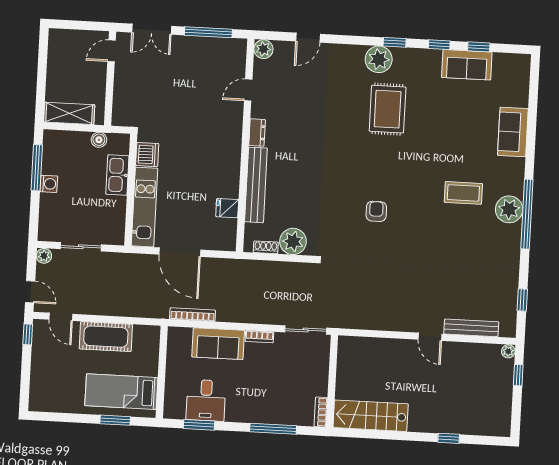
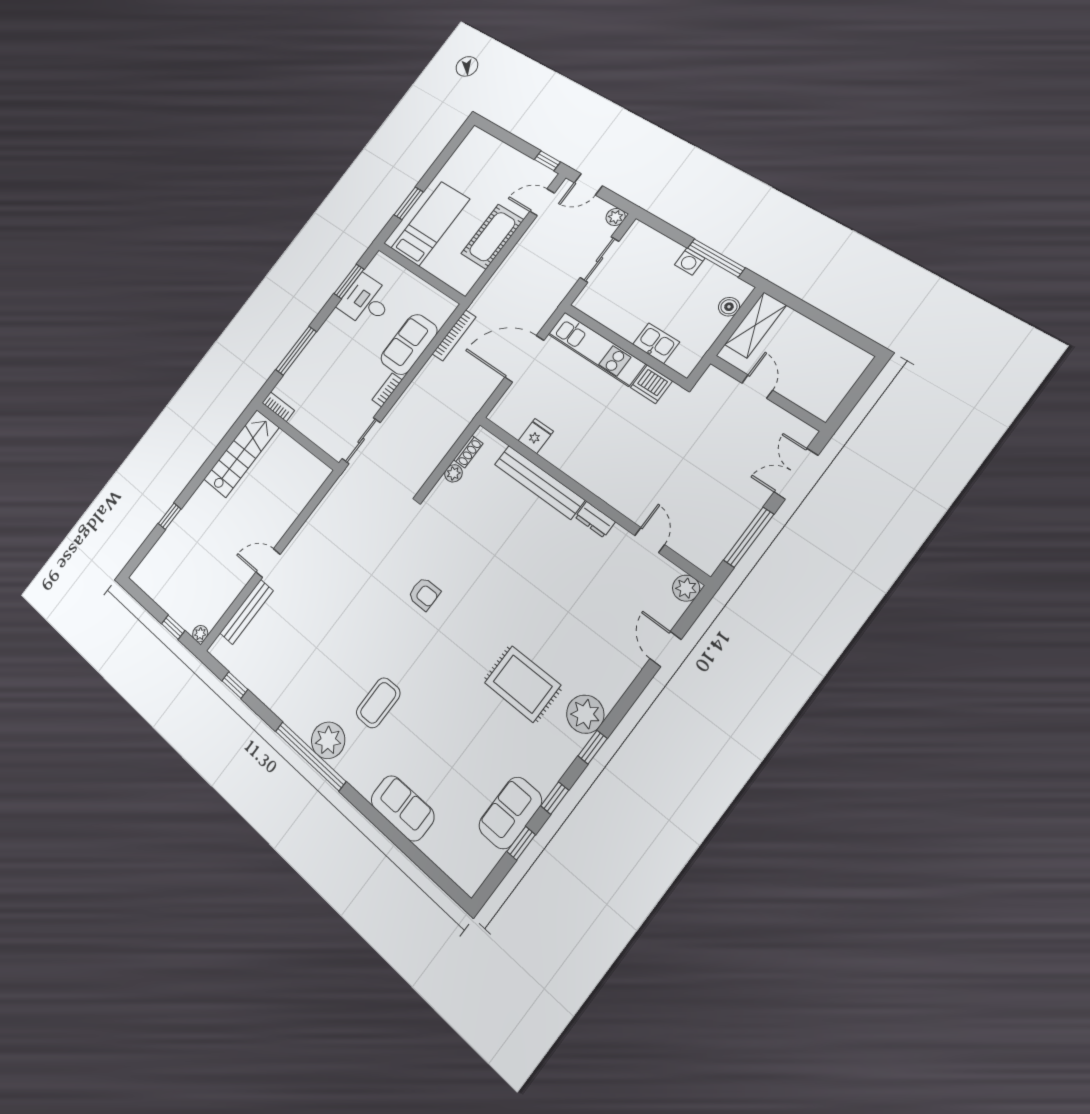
door: (112, 51) -> (757, 387), moved
boiler: (99, 140) -> (729, 307), moved
kitchen sink: (117, 175) -> (656, 343), width x0.73
plant: (293, 241) -> (453, 473), width x0.53, depth x0.53

